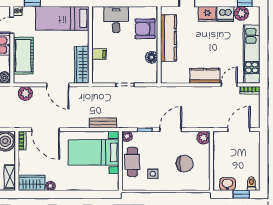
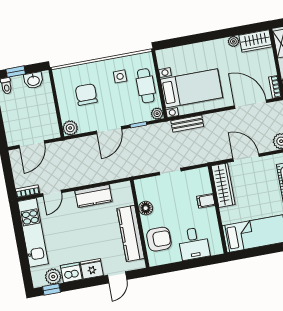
kitchen counter: (205, 76) -> (94, 196), moved
chair: (185, 164) -> (86, 95), turned 90

